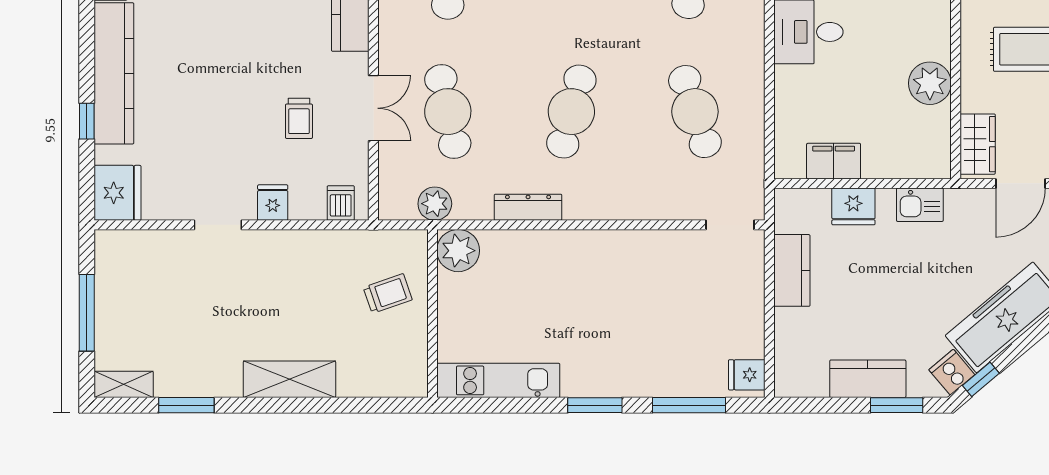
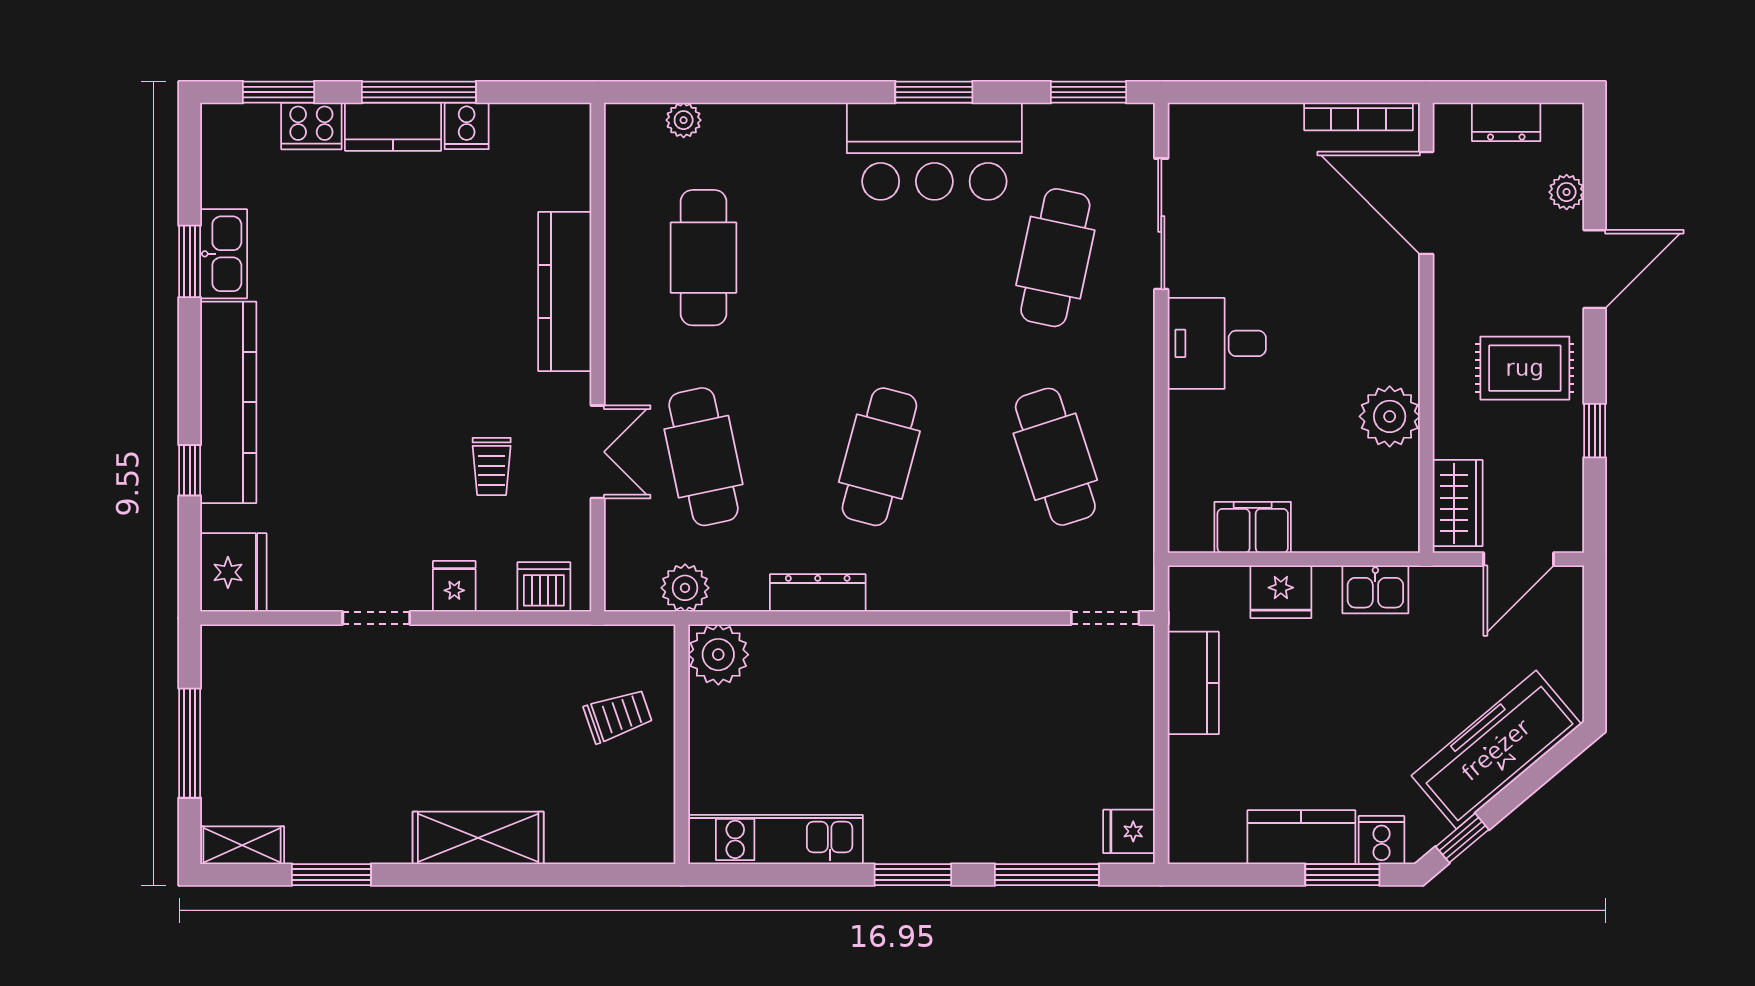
dishwasher: (341, 203) -> (544, 587), width x1.38
cooker: (952, 372) -> (1382, 840), moved, turned 40

